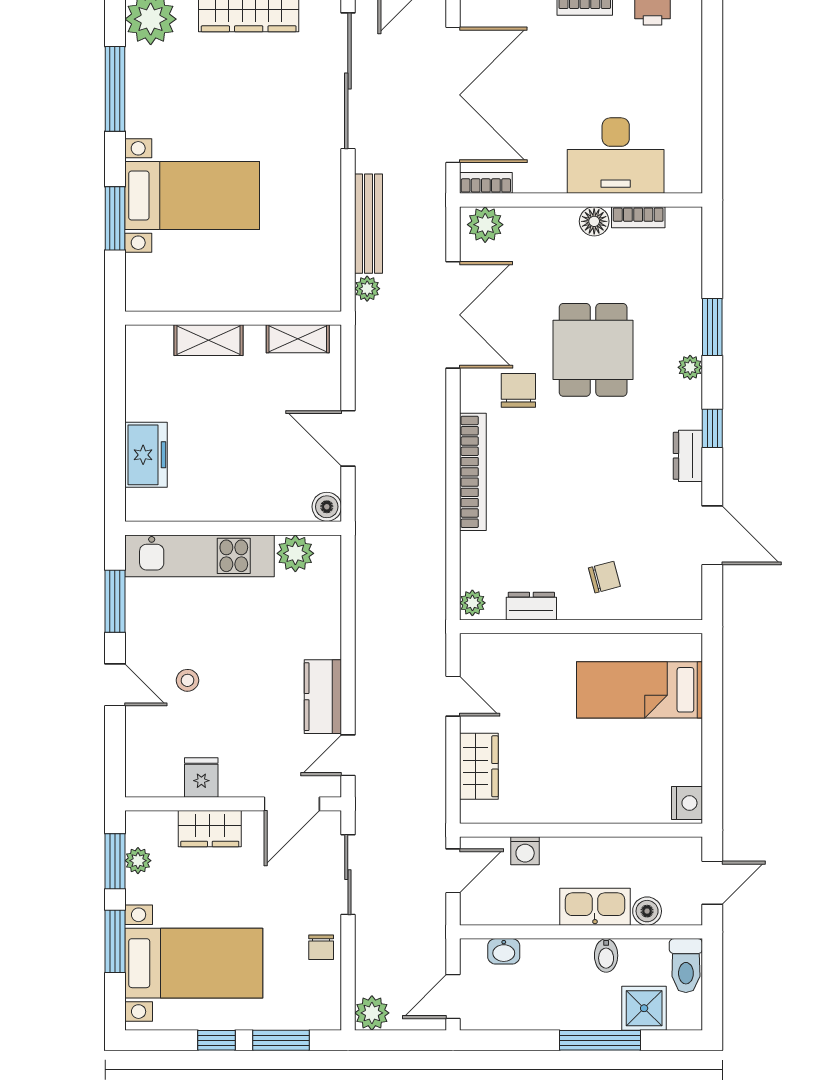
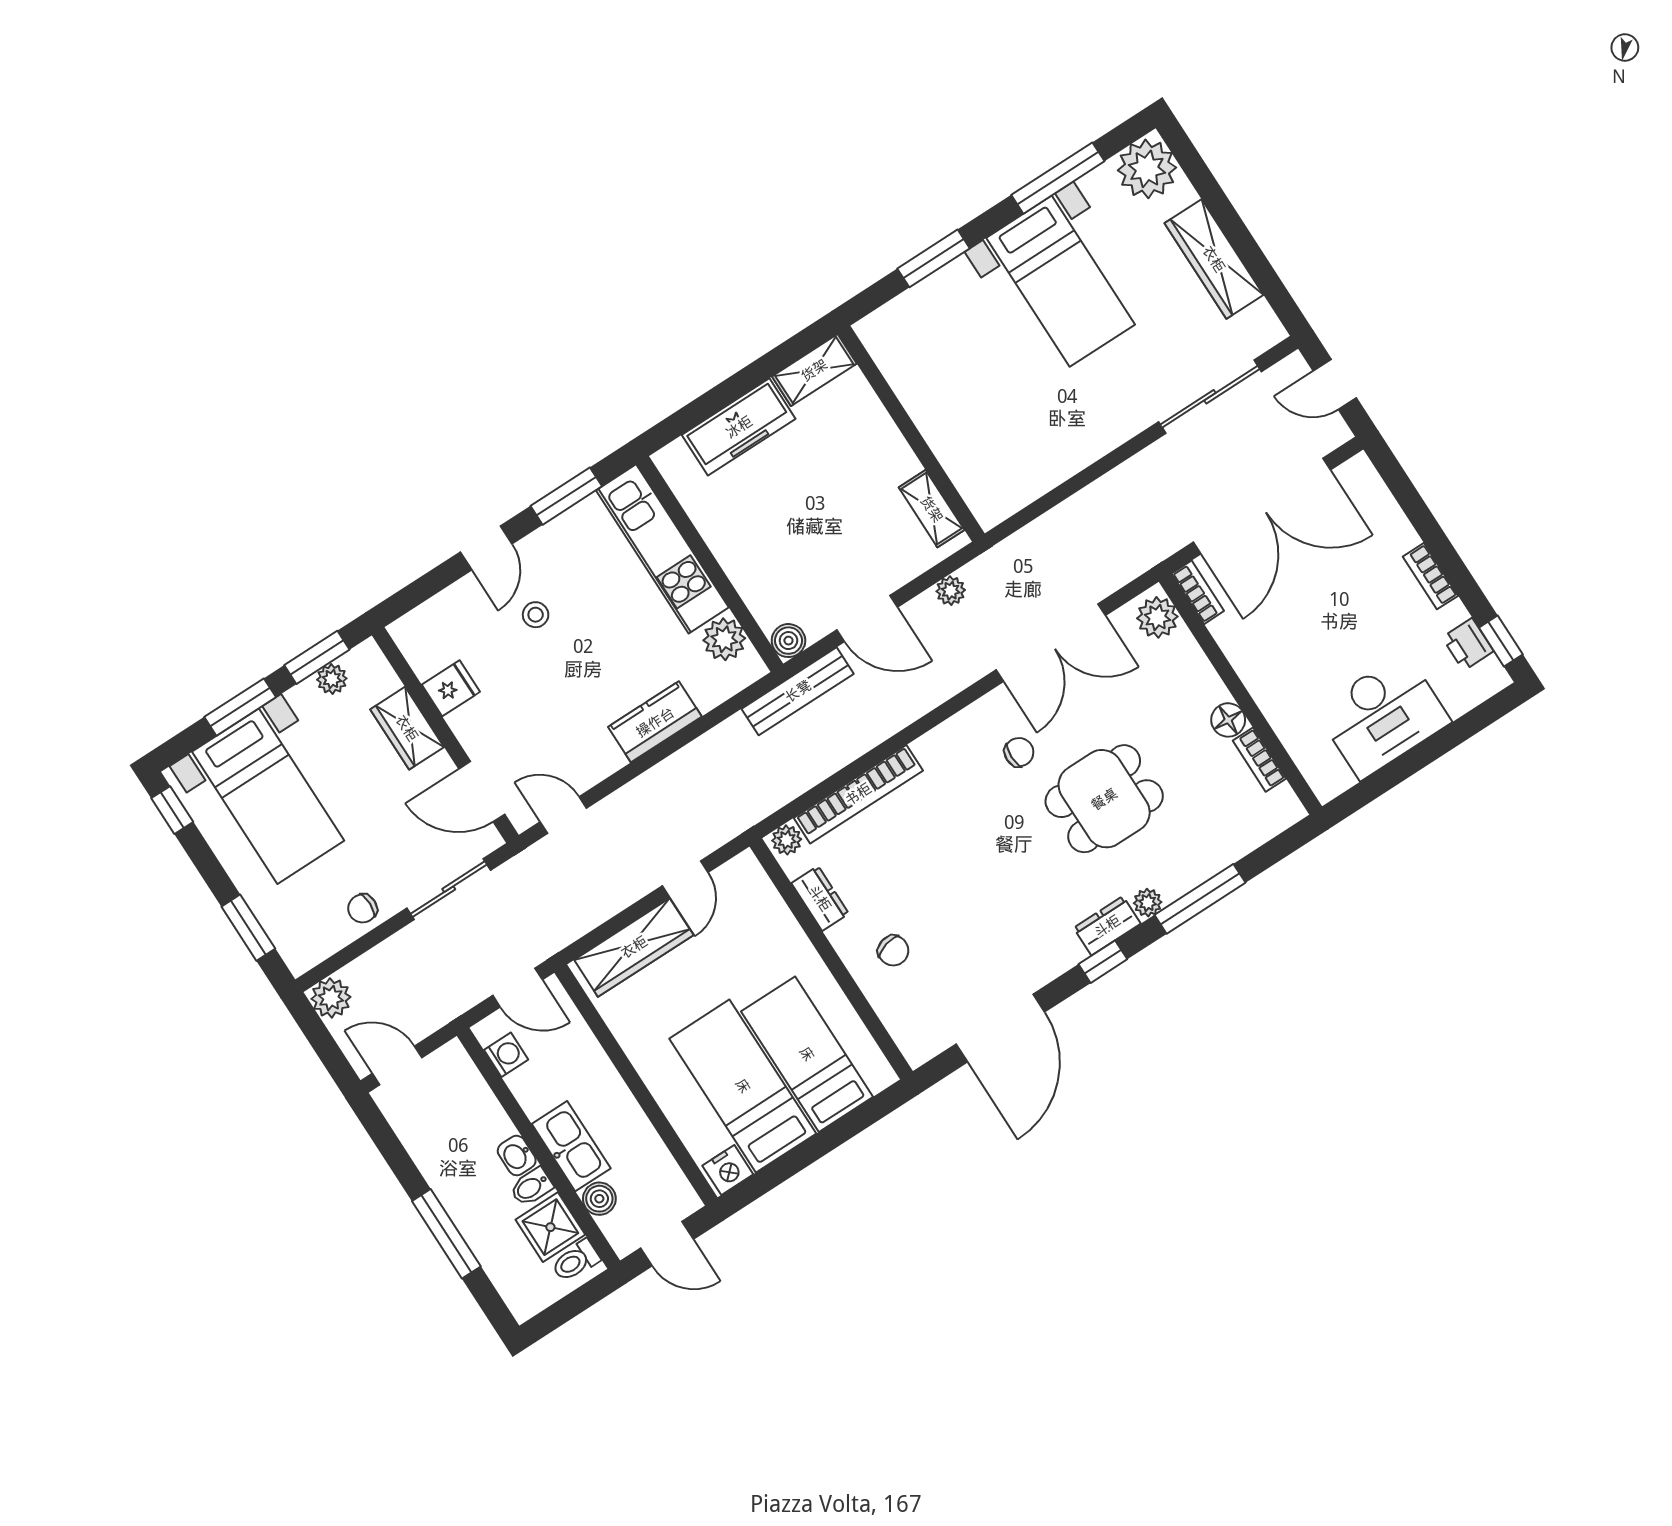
sliding door: (348, 81) -> (1210, 397), width x0.73
desk: (616, 156) -> (1383, 716), moved, turned -90
bed with nightstands: (192, 195) -> (1061, 281), moved
bench: (368, 224) -> (798, 691), moved
plant: (367, 289) -> (951, 591), moved
window: (712, 327) -> (1200, 899), width x1.44
shelving: (209, 340) -> (814, 370), moved, turned 90
chair: (518, 390) -> (1019, 752), width x0.73, depth x0.73
door: (348, 438) -> (867, 618), swing flipped
freezer: (146, 455) -> (739, 427), width x1.40
dresser: (688, 456) -> (1107, 926), moved
bookcase: (473, 472) -> (858, 794), moved
door: (712, 535) -> (1000, 1028), width x1.36
kitchen counter: (323, 697) -> (655, 722), moved
bed: (632, 752) -> (743, 1086), added
wardrobe: (479, 766) -> (634, 947), width x1.50
washing machine: (525, 851) -> (506, 1055), moved, turned 180
washbasin: (504, 951) -> (517, 1156), moved
toilet: (686, 966) -> (576, 1261), width x0.73, depth x0.72
shower: (644, 1008) -> (550, 1227), moved
window: (216, 1040) -> (172, 810), moved

